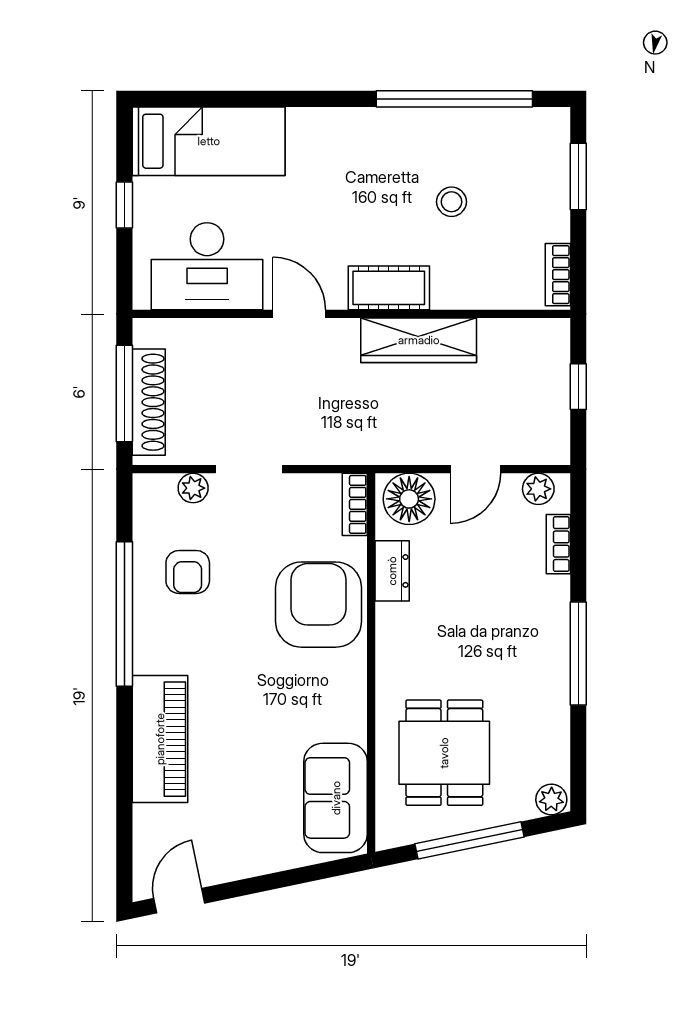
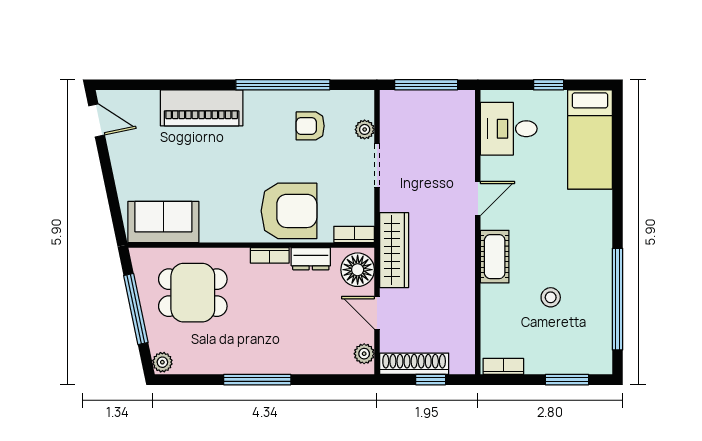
desk: (207, 266) -> (509, 129), width x0.73
wardrobe: (419, 340) -> (394, 250), moved, turned 180
shoe rack: (149, 402) -> (414, 364), moved, turned 180
bookcase: (558, 544) -> (270, 255), moved, turned 180

